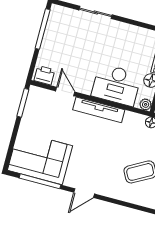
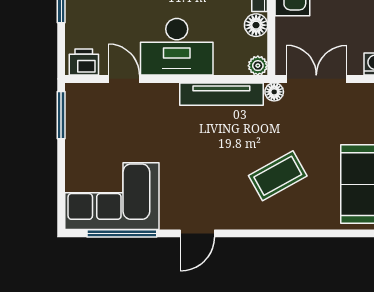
desk: (116, 85) -> (177, 47), moved
tv unit: (99, 110) -> (221, 94), moved

